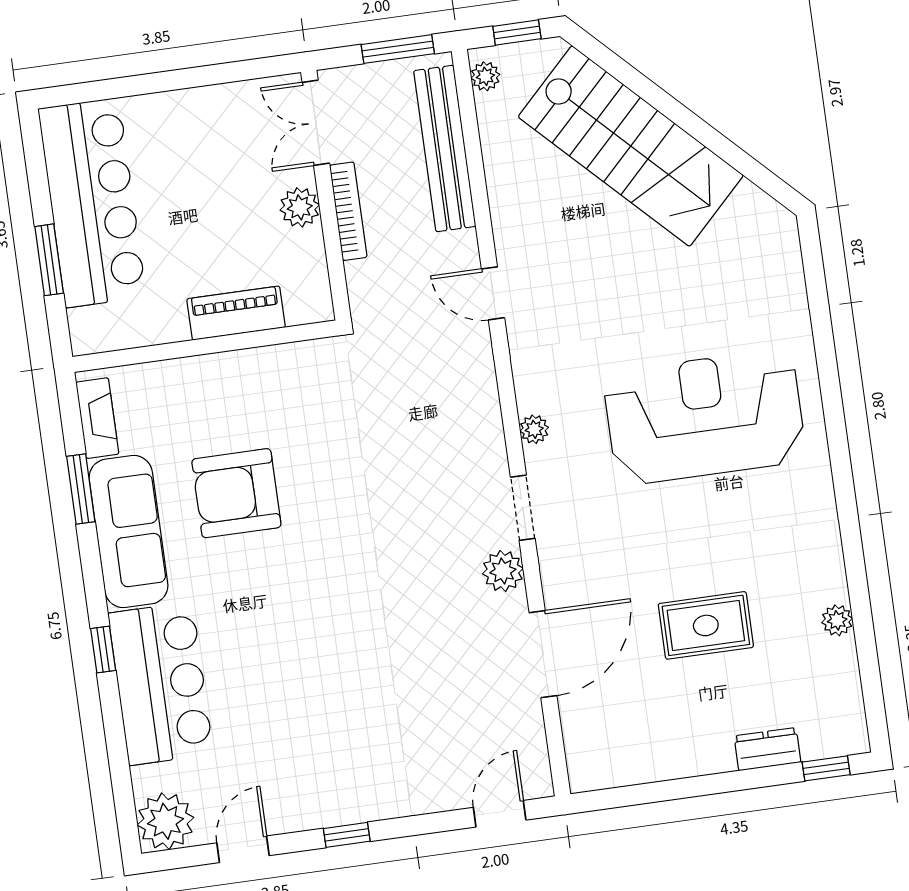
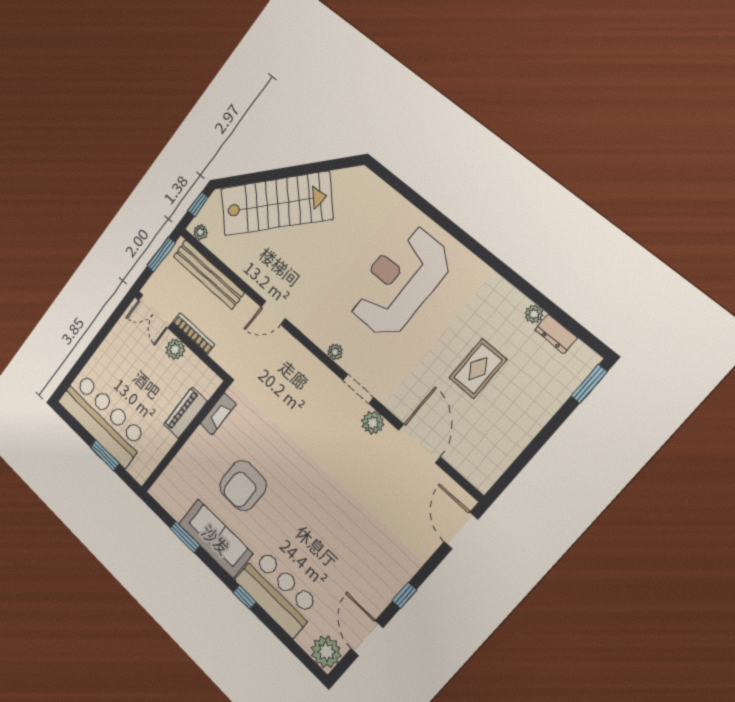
fireplace: (97, 418) -> (218, 414), moved, turned 90
dresser: (767, 749) -> (556, 334), moved, turned -90
window: (826, 768) -> (589, 384), width x1.50
door: (500, 814) -> (461, 531), width x1.38
door: (243, 849) -> (367, 638), width x1.38

